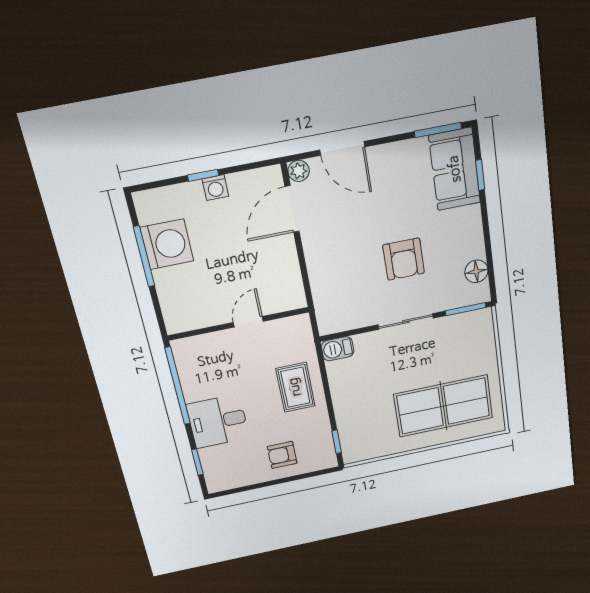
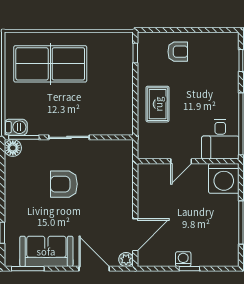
sofa: (455, 169) -> (46, 251), moved, turned -90
washing machine: (167, 244) -> (224, 178), moved, turned -90
armchair: (404, 259) -> (64, 184), turned -90
floor lamp: (476, 271) -> (13, 148), moved
barbecue: (338, 349) -> (16, 127), moved
desk: (218, 421) -> (220, 139), moved, turned 90

